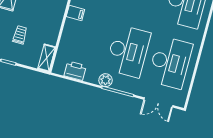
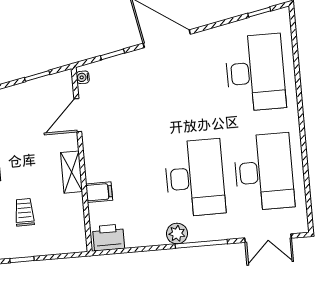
filing cabinet: (75, 13) -> (99, 192), moved
shelving: (47, 58) -> (72, 172), moved
printer: (75, 71) -> (108, 238), moved

